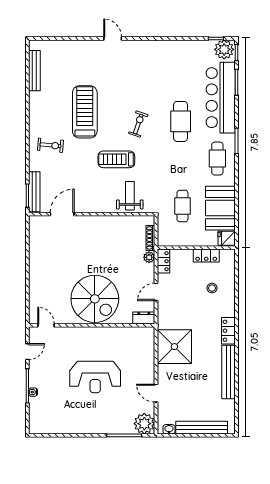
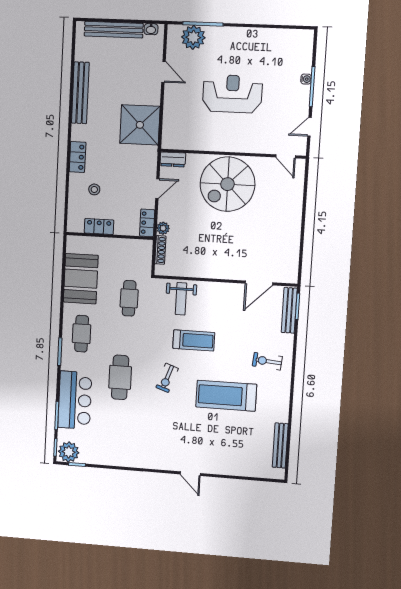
bar counter: (221, 98) -> (75, 400), width x0.73
treadmill: (85, 112) -> (226, 396), turned 90
cafe table: (182, 206) -> (129, 298), moved
fridge: (227, 238) -> (75, 245), removed
spiral stairs: (95, 299) -> (227, 184), turned -90
locker: (228, 331) -> (78, 157), moved
plant: (144, 424) -> (193, 37), moved

